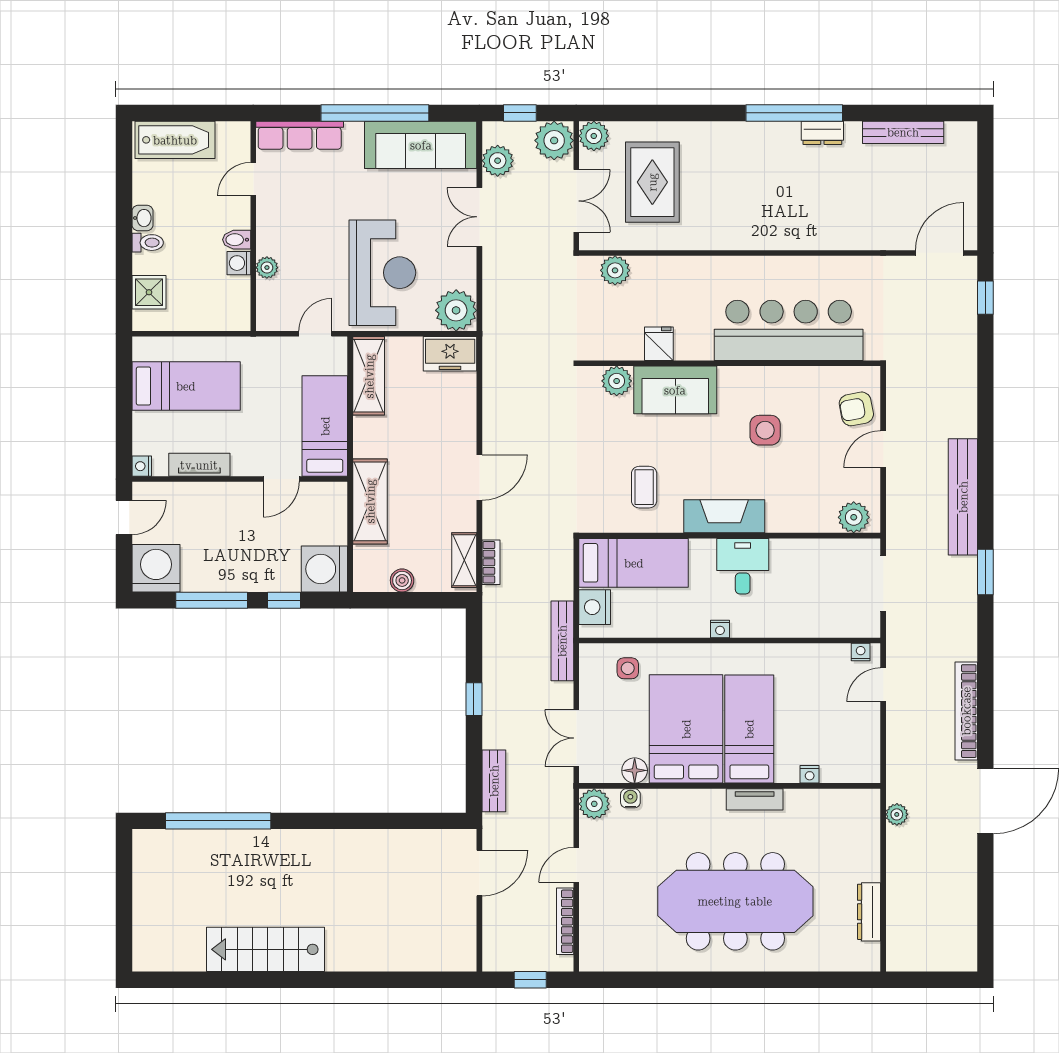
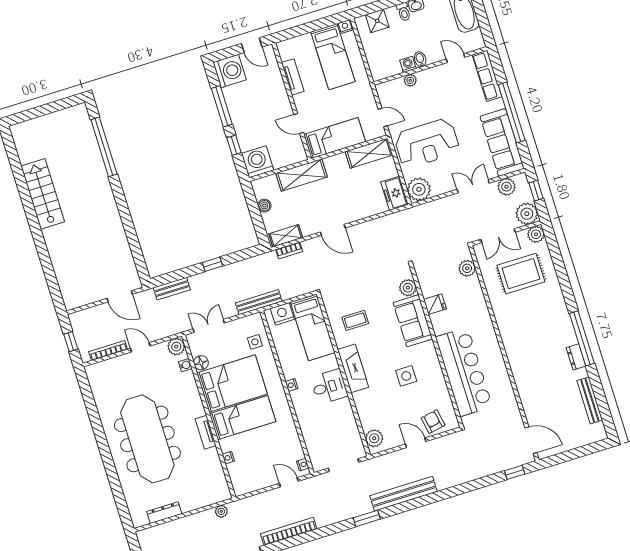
nightstand: (142, 466) -> (345, 27), moved

